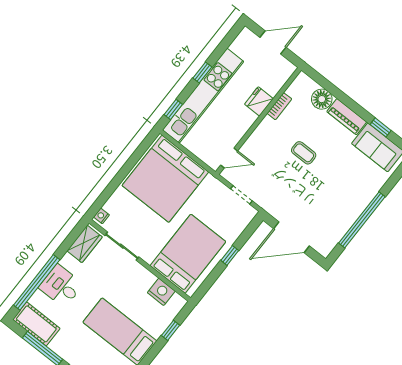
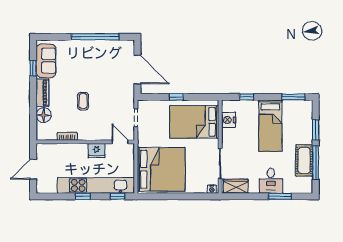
door: (273, 42) -> (33, 169), hinge flipped
fridge: (259, 101) -> (97, 150), moved
window: (37, 282) -> (280, 196), width x0.47
cot: (36, 324) -> (304, 160), moved

